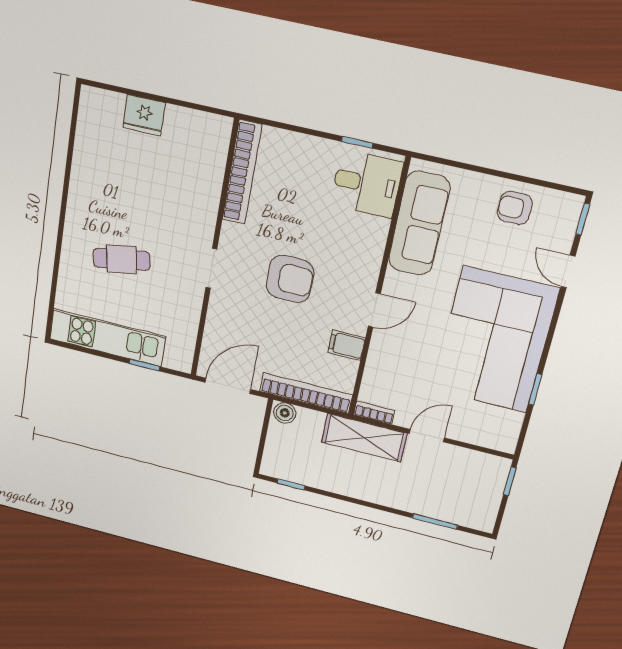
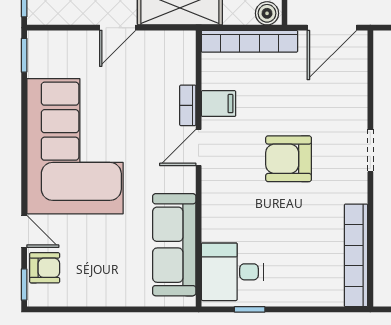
armchair: (515, 208) -> (45, 268), moved
window: (535, 389) -> (24, 55), moved
bookcase: (374, 413) -> (188, 105), moved, turned 90

